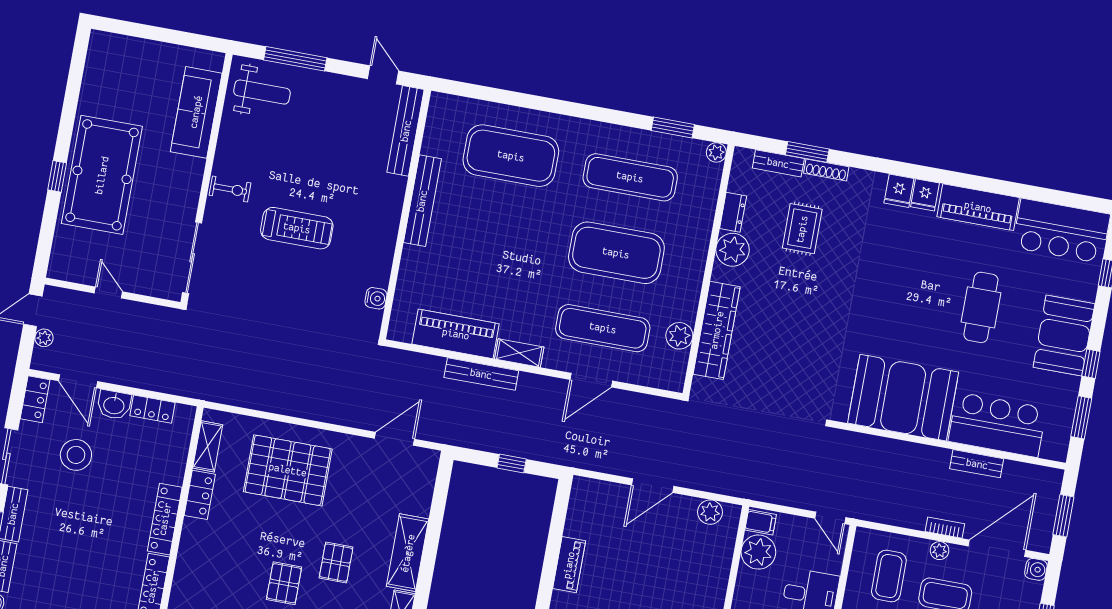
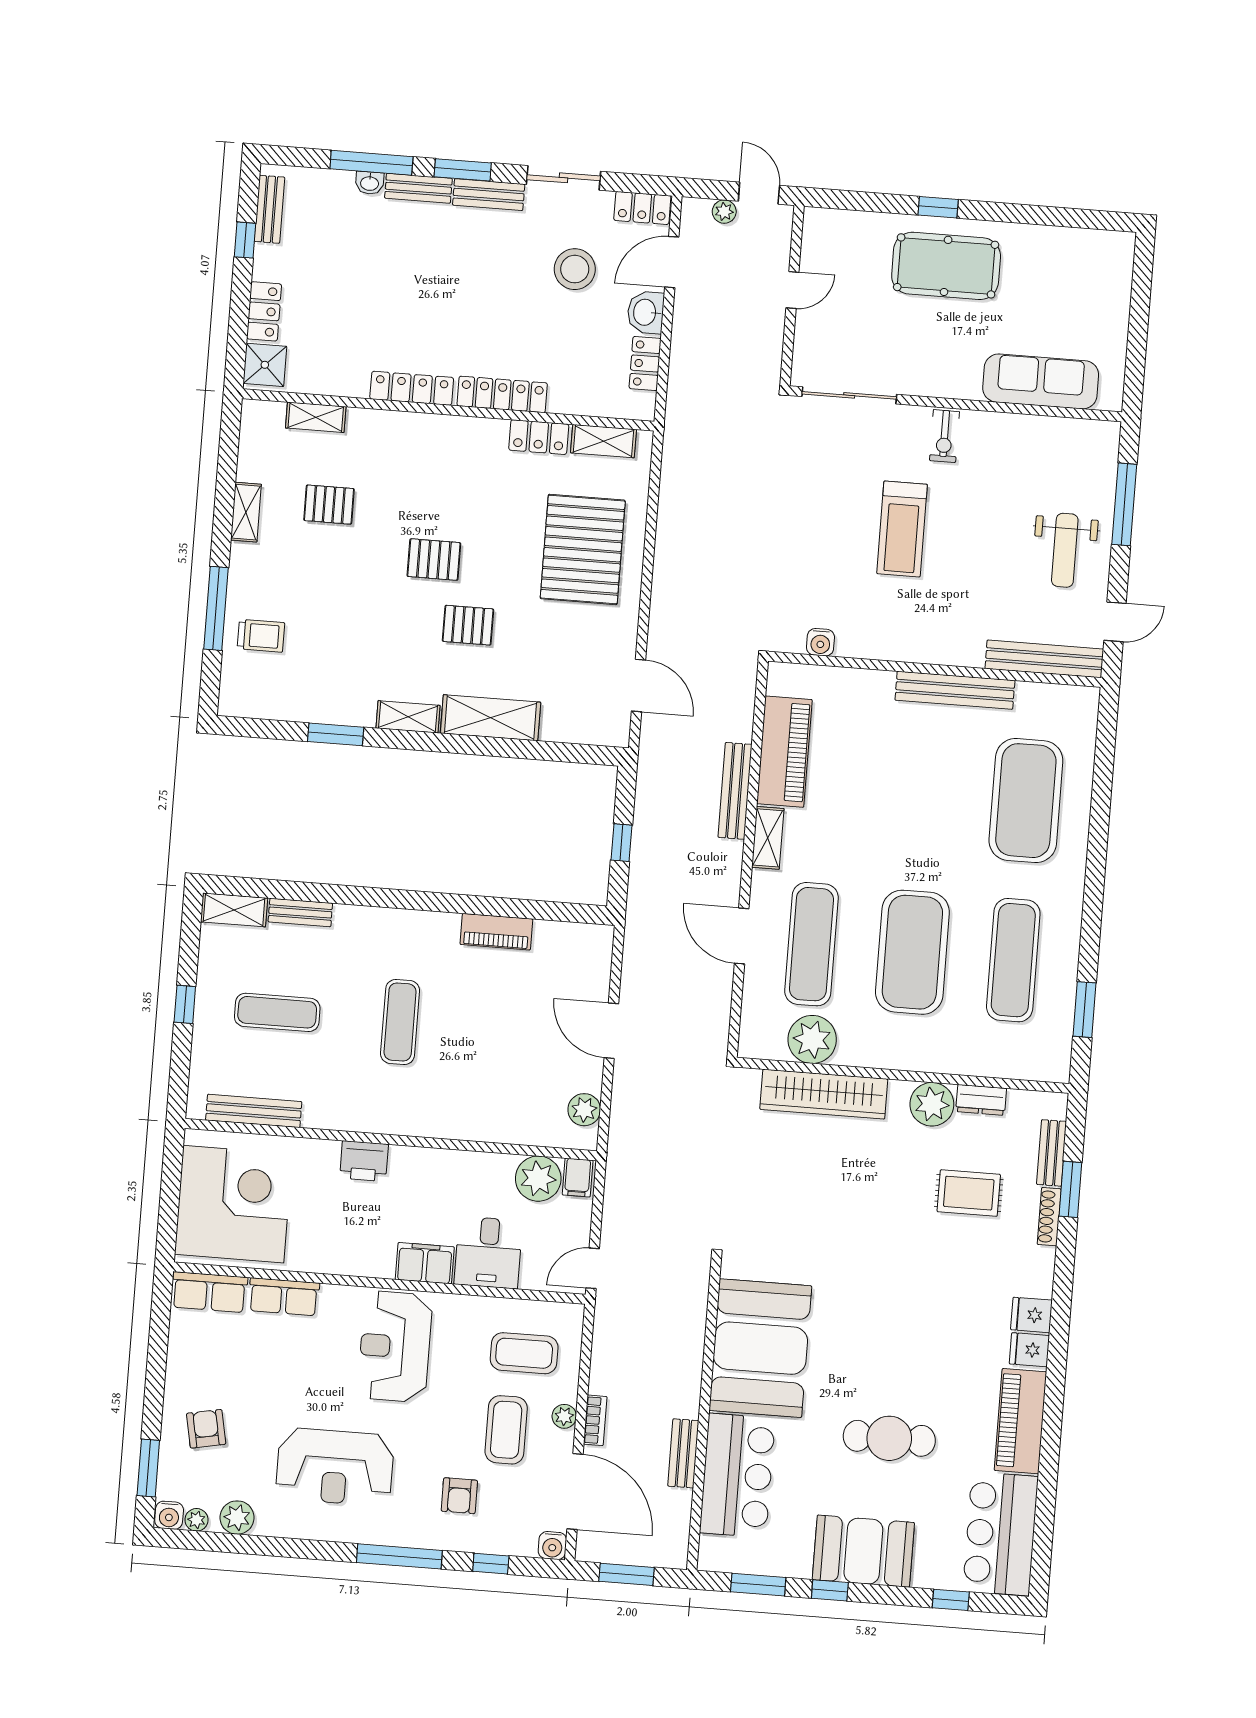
weight bench: (262, 92) -> (1065, 550), moved
plant: (716, 152) -> (1058, 1070), removed
pool table: (102, 175) -> (946, 266), width x0.73, depth x0.76
plant: (679, 336) -> (812, 1039), width x1.36, depth x1.36

